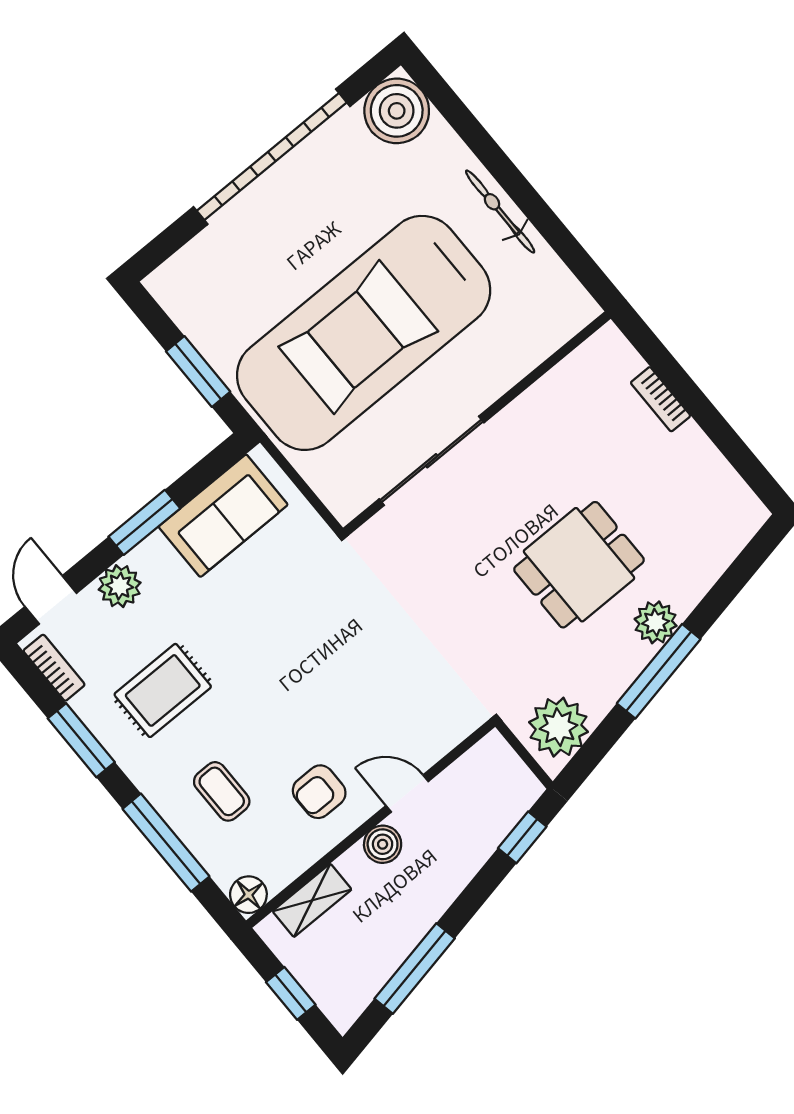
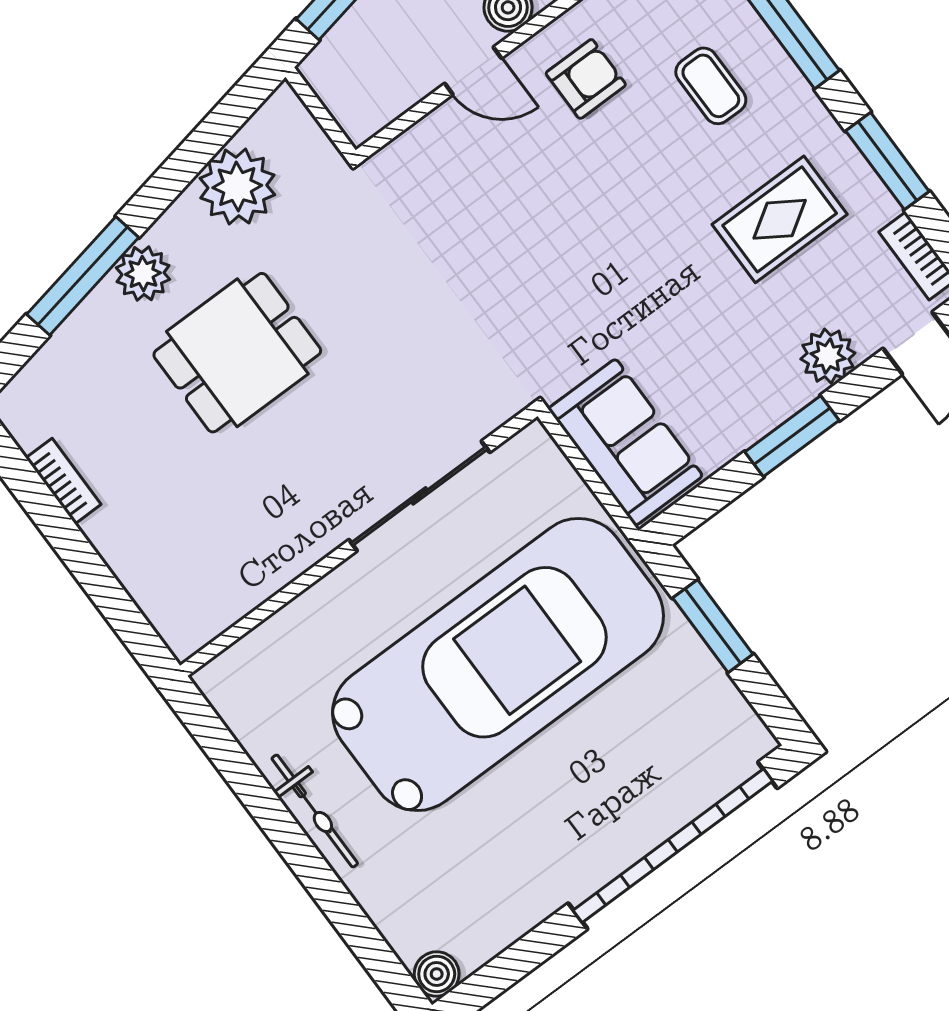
boiler: (397, 111) -> (437, 974), width x0.54, depth x0.54
garage door: (272, 157) -> (673, 846), moved
bookcase: (661, 399) -> (63, 481), moved
sofa: (223, 516) -> (625, 442), moved, turned 90
window: (659, 671) -> (83, 276), moved
plant: (559, 727) -> (237, 186), moved

